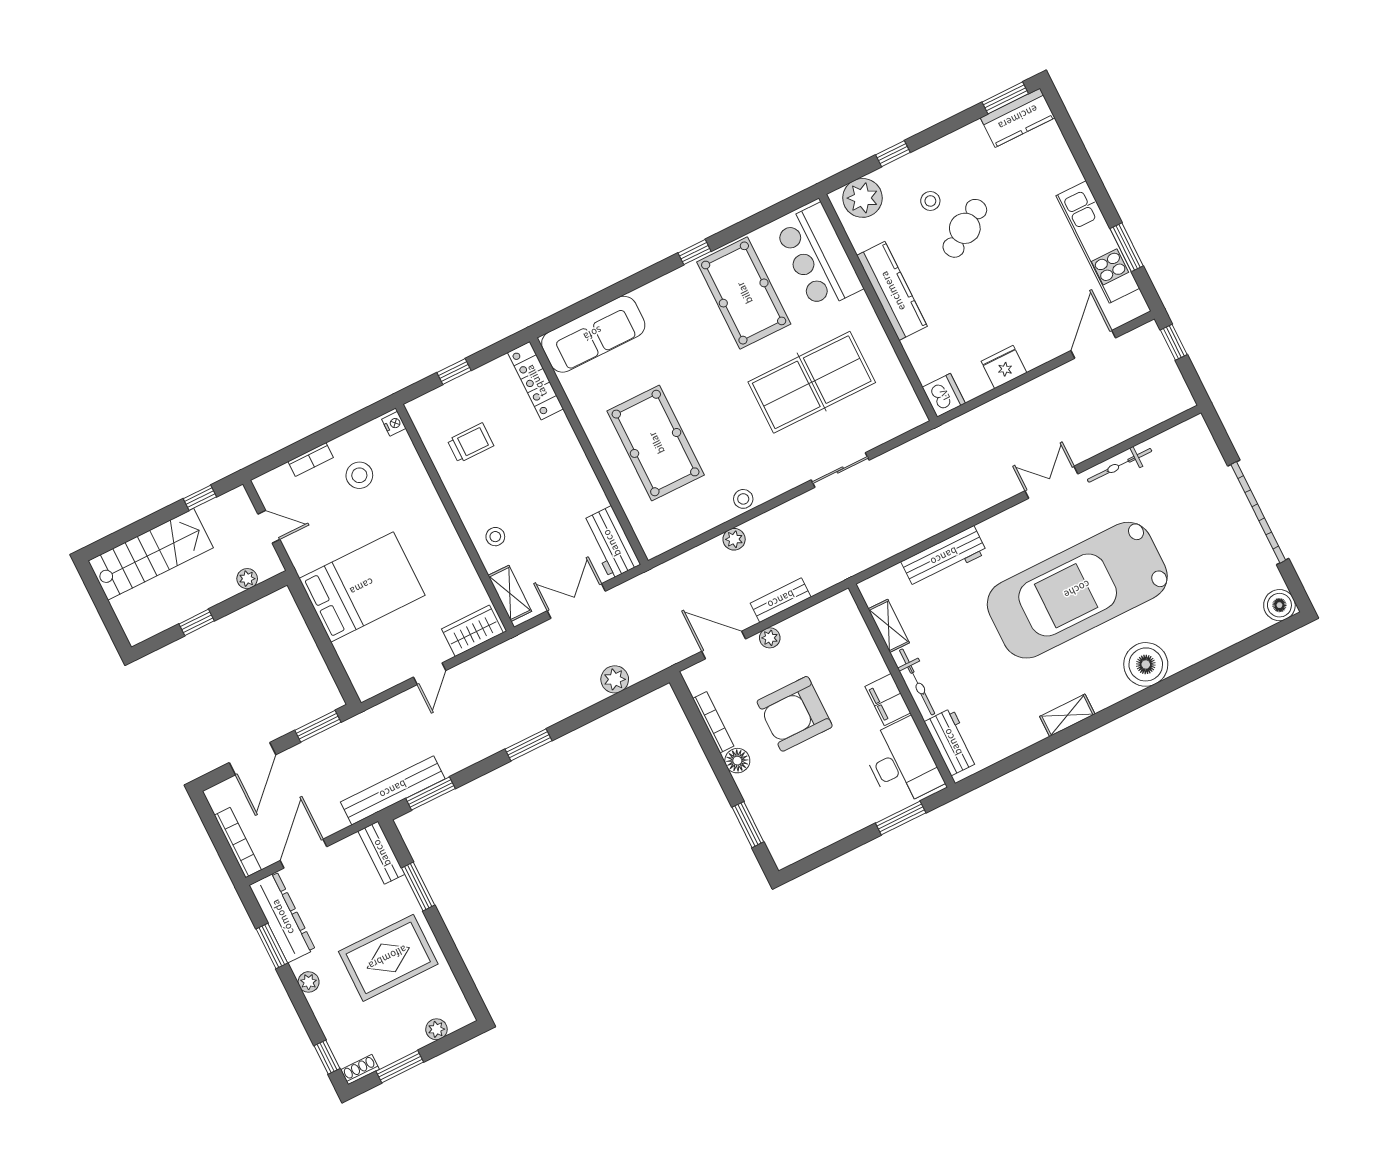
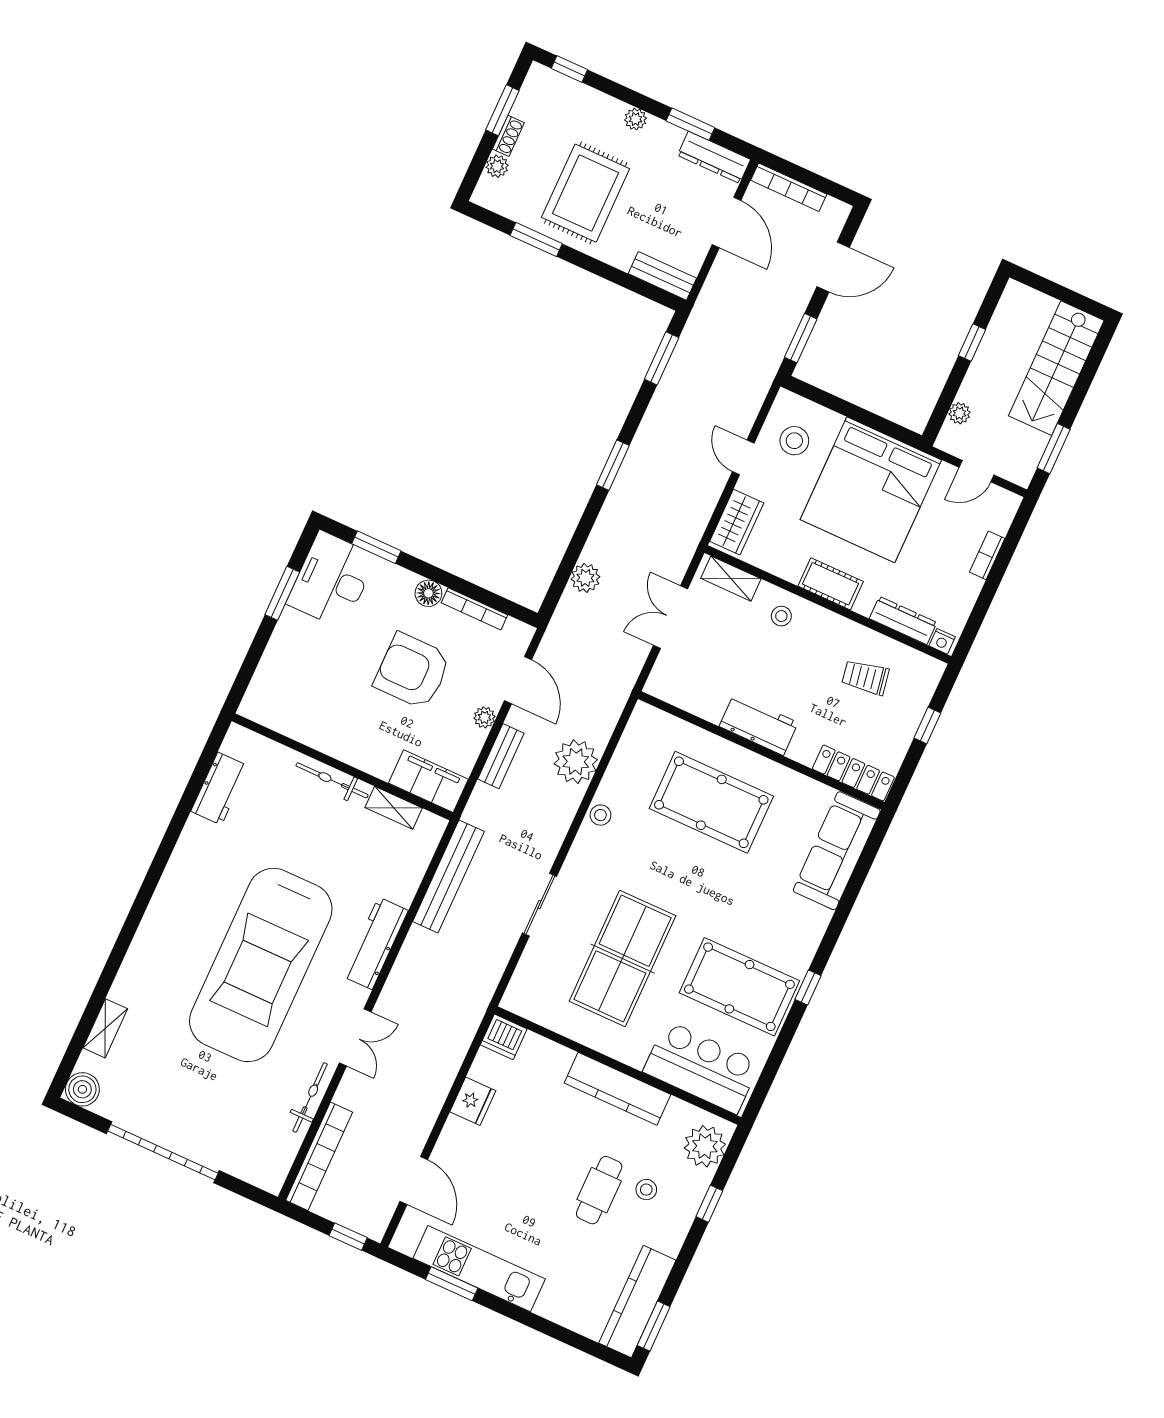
kitchen counter: (1018, 118) -> (637, 1302), width x1.50
cafe table: (965, 228) -> (599, 1190), turned 33
bookcase: (1147, 417) -> (319, 1156), added
trolley: (471, 443) -> (865, 677), turned 80
dresser: (410, 462) -> (903, 621), added
stool: (359, 475) -> (794, 441), moved
window: (200, 498) -> (1054, 449), width x1.50
cot: (441, 531) -> (831, 584), added
plant: (734, 539) -> (576, 762), width x1.88, depth x1.88
workbench: (611, 543) -> (759, 725), moved
workbench: (944, 557) -> (375, 943), moved
bed: (362, 587) -> (871, 490), width x1.36
car: (1077, 590) -> (261, 965), turned 180
double door: (576, 601) -> (670, 617), swing flipped
door: (724, 645) -> (518, 680), hinge flipped
boiler: (1146, 664) -> (154, 950), removed
filing cabinet: (888, 700) -> (428, 781), moved, width x1.50, depth x1.17
armchair: (795, 714) -> (412, 671), turned -90
shelving: (1067, 715) -> (105, 1028), moved
workbench: (952, 742) -> (220, 789), moved, turned -90
door: (253, 759) -> (833, 267), swing flipped
desk: (902, 762) -> (332, 580), moved, turned 90
bench: (393, 790) -> (448, 876), moved
window: (901, 818) -> (282, 593), moved
window: (418, 886) -> (536, 240), moved
dresser: (282, 917) -> (714, 157), width x0.73, depth x0.80
shoe rack: (360, 1070) -> (508, 136), moved

